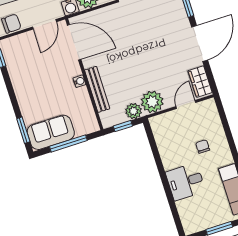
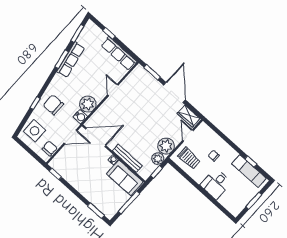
door: (45, 24) -> (71, 137), hinge flipped
sofa: (51, 132) -> (125, 178), moved, turned -90
trolley: (171, 132) -> (189, 158), added

